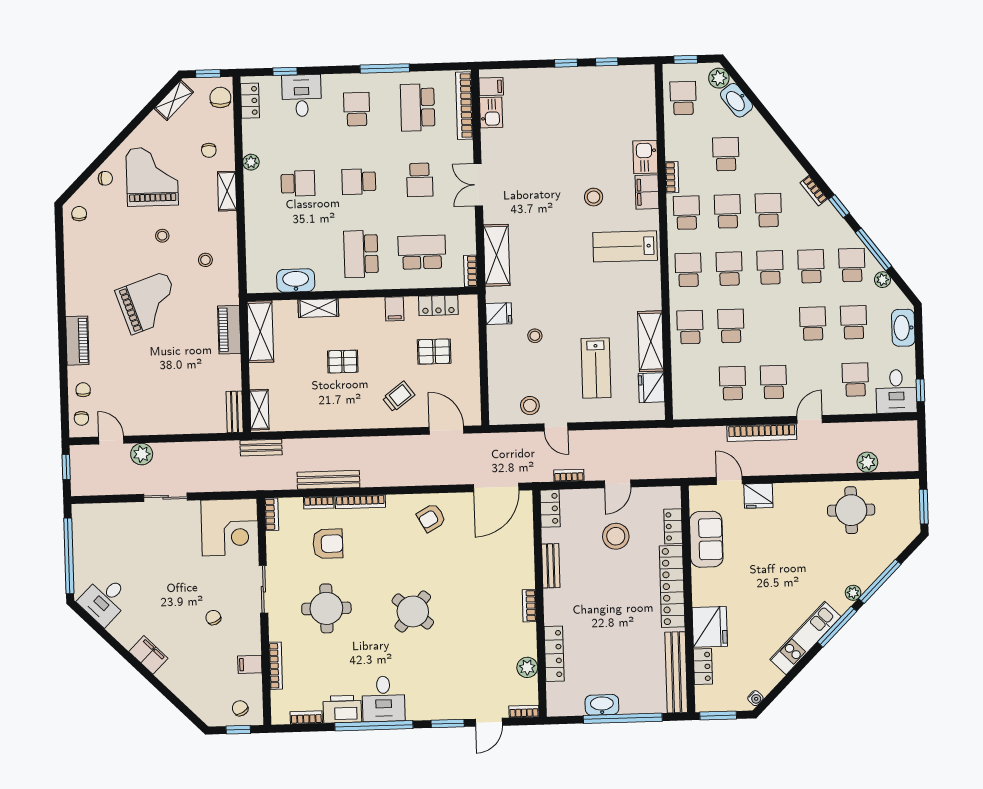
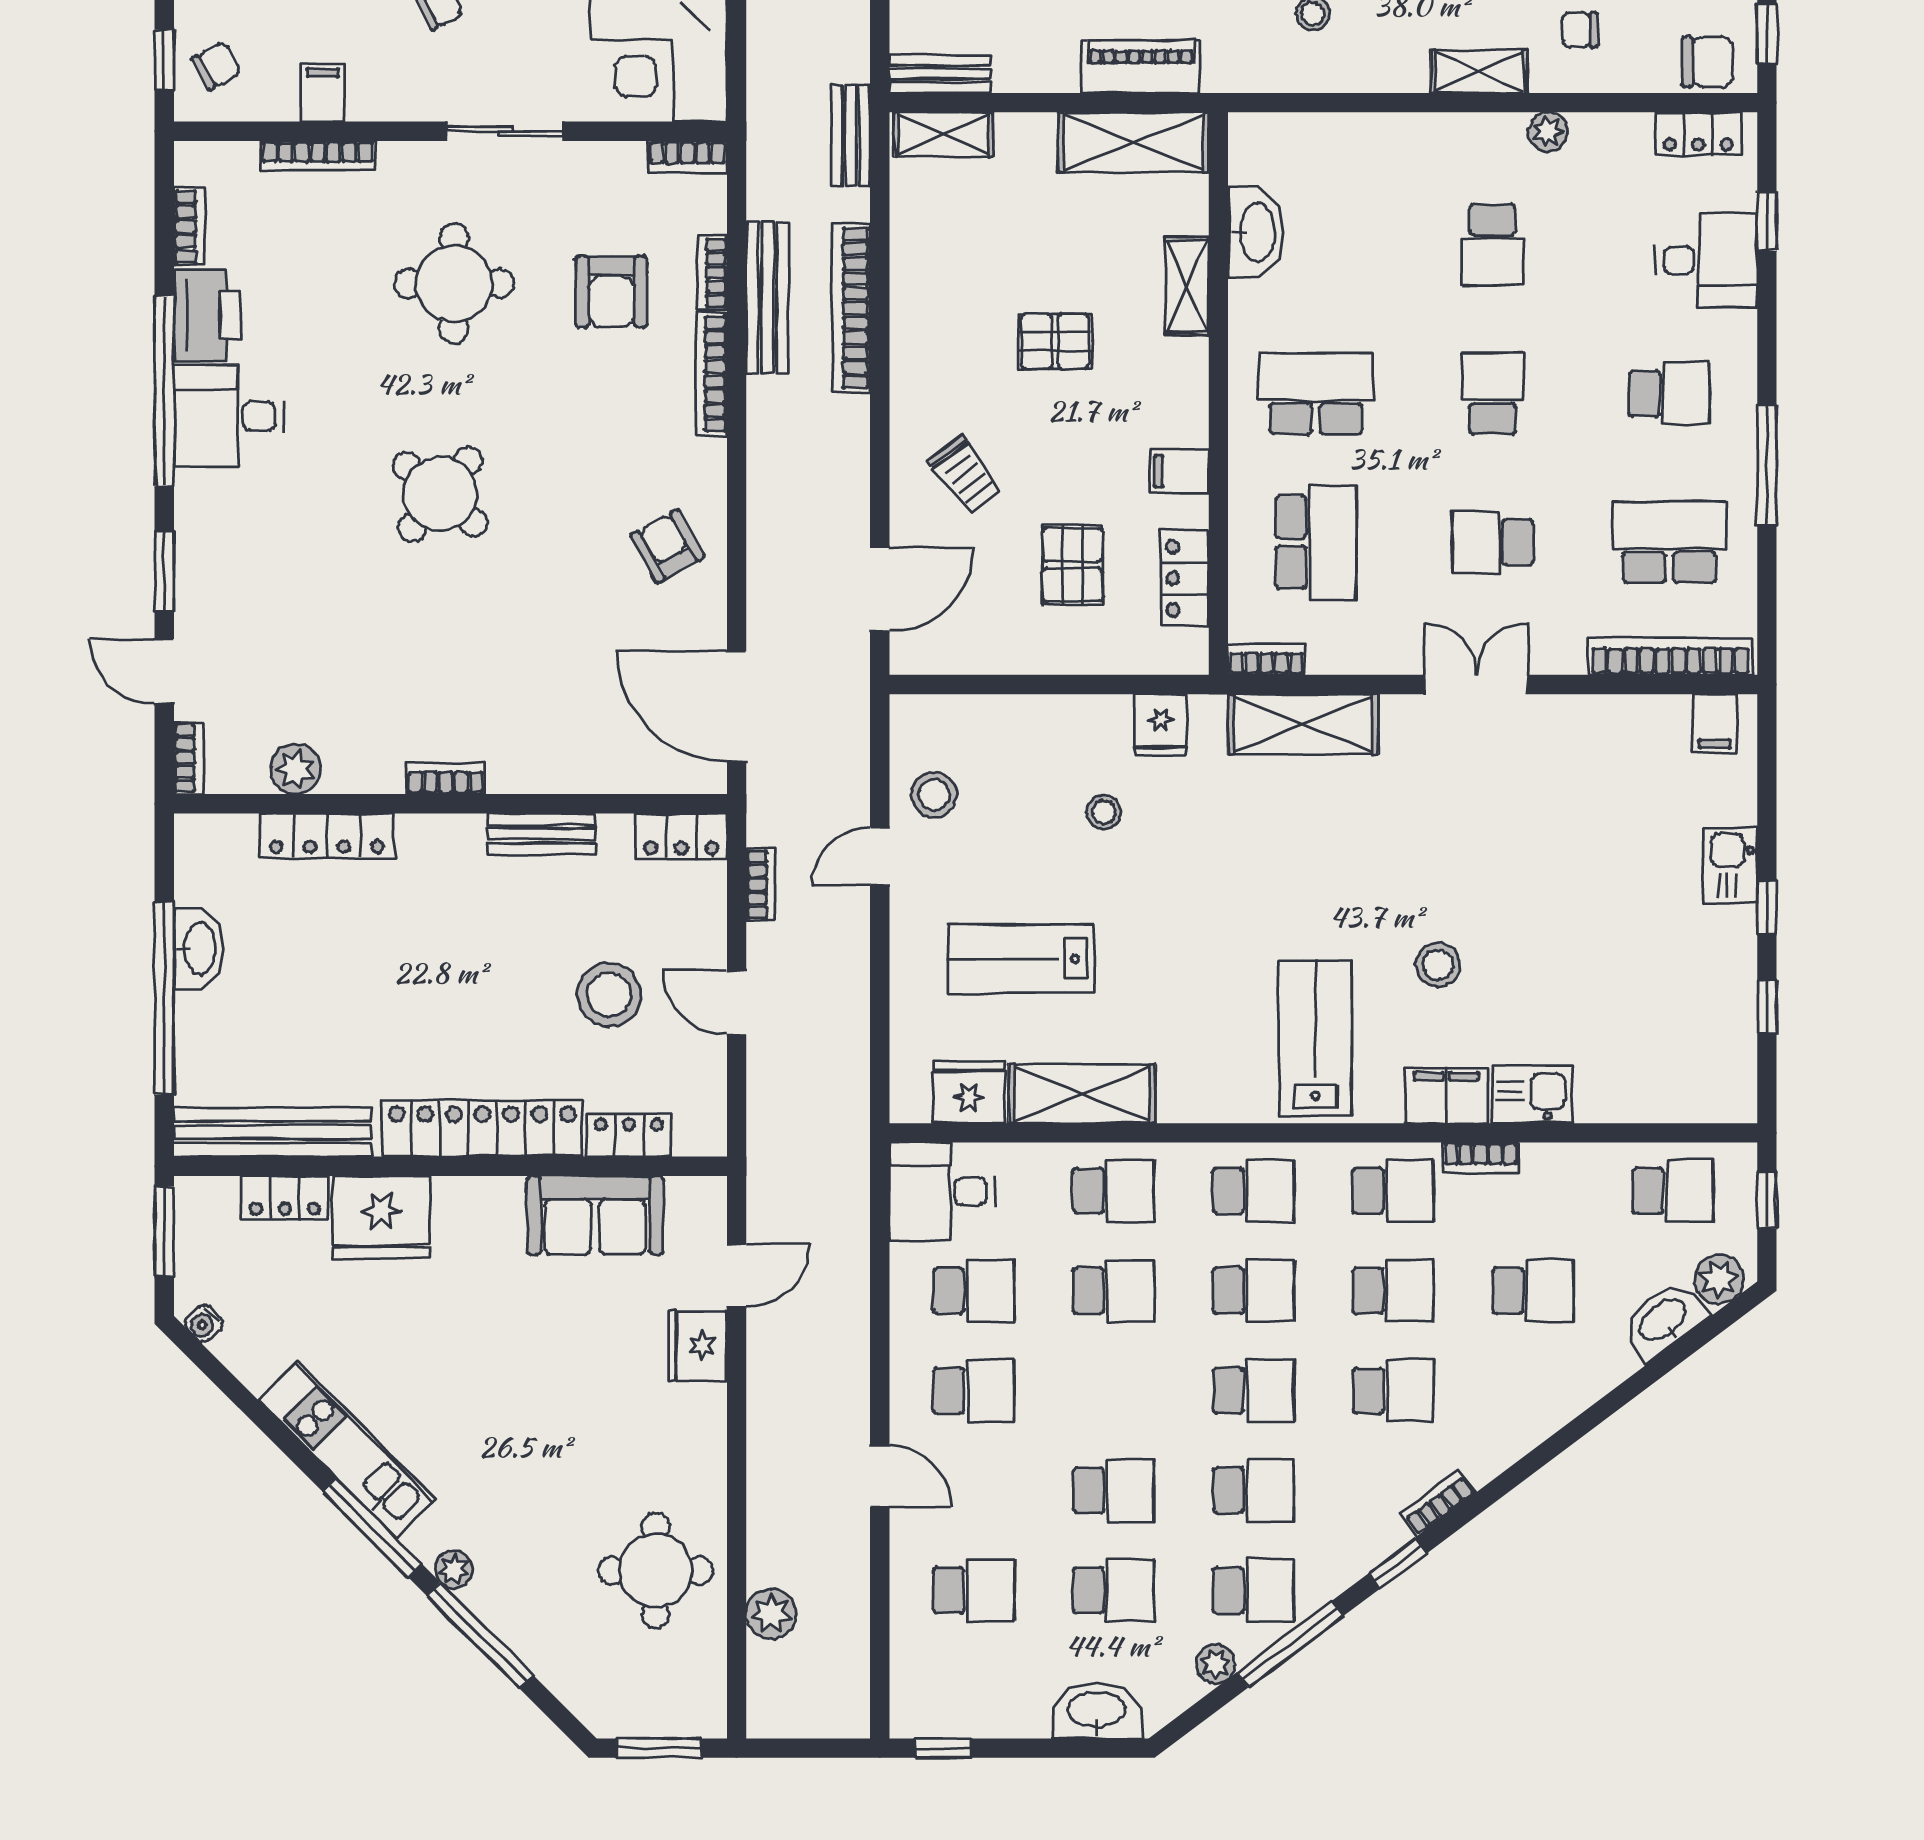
kitchen sink: (491, 112) -> (1730, 865), moved, turned 90
pallet: (343, 362) -> (1055, 341), turned 90
desk: (896, 391) -> (942, 1191), moved
bookcase: (762, 433) -> (851, 308), moved

